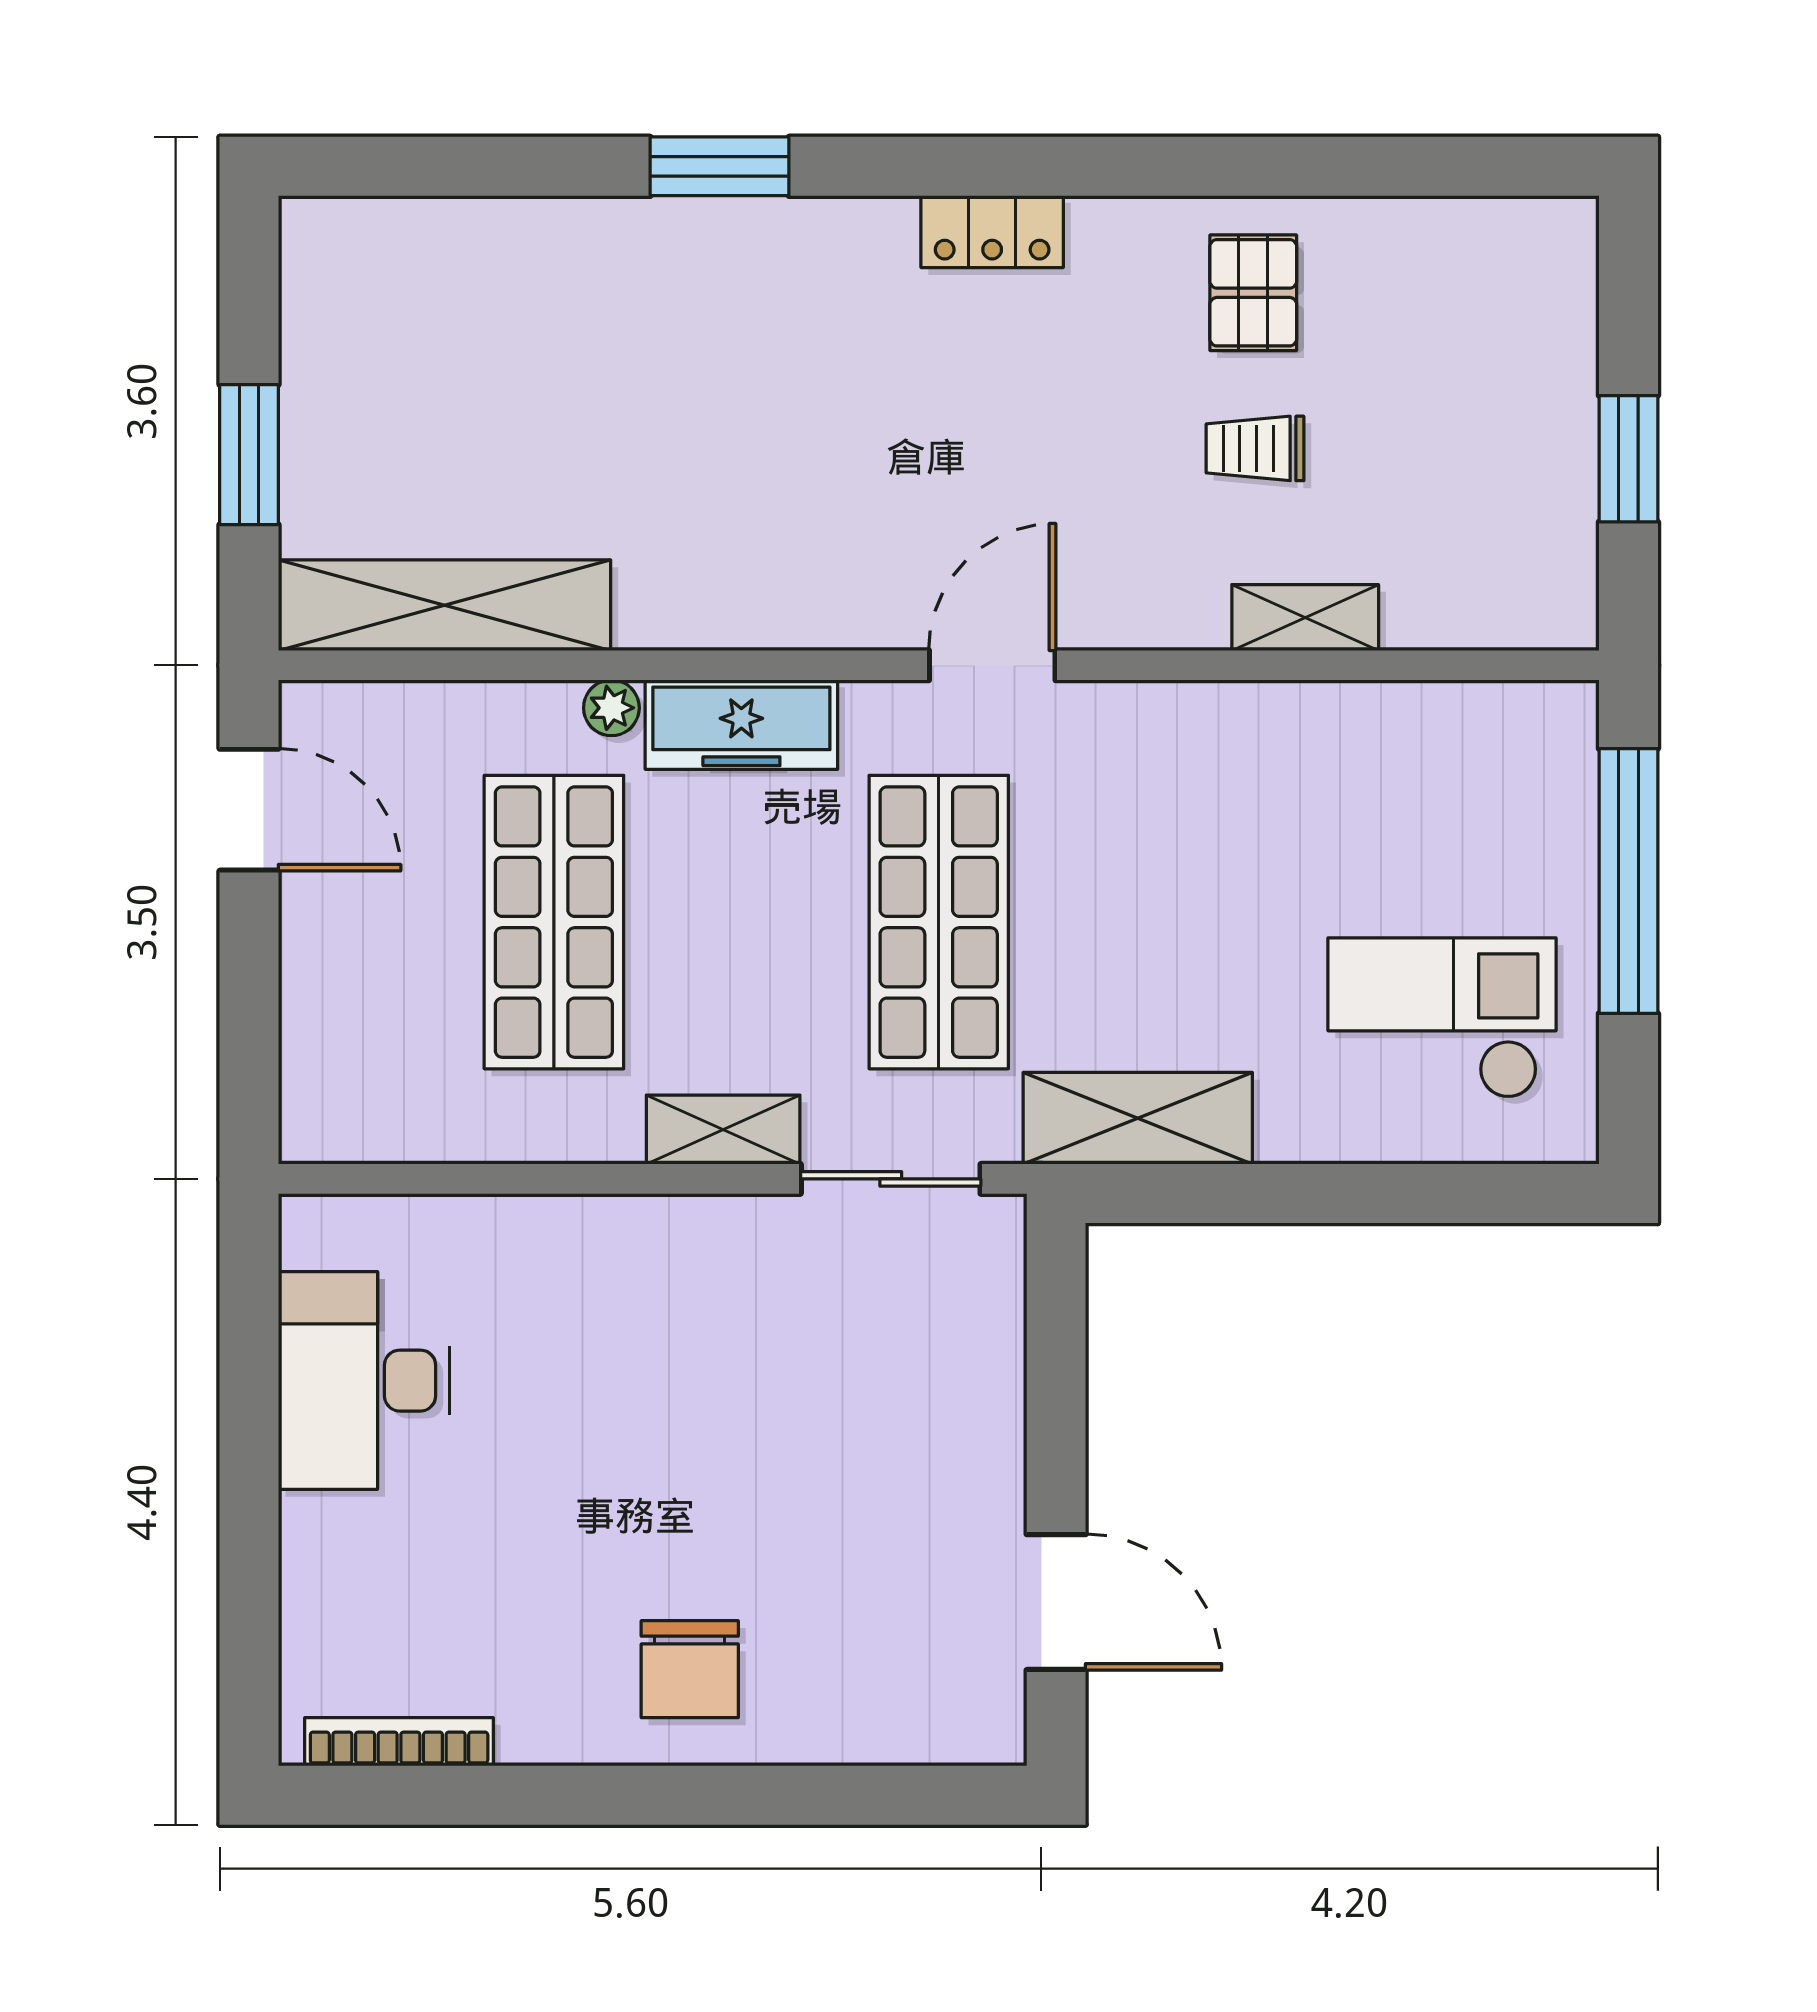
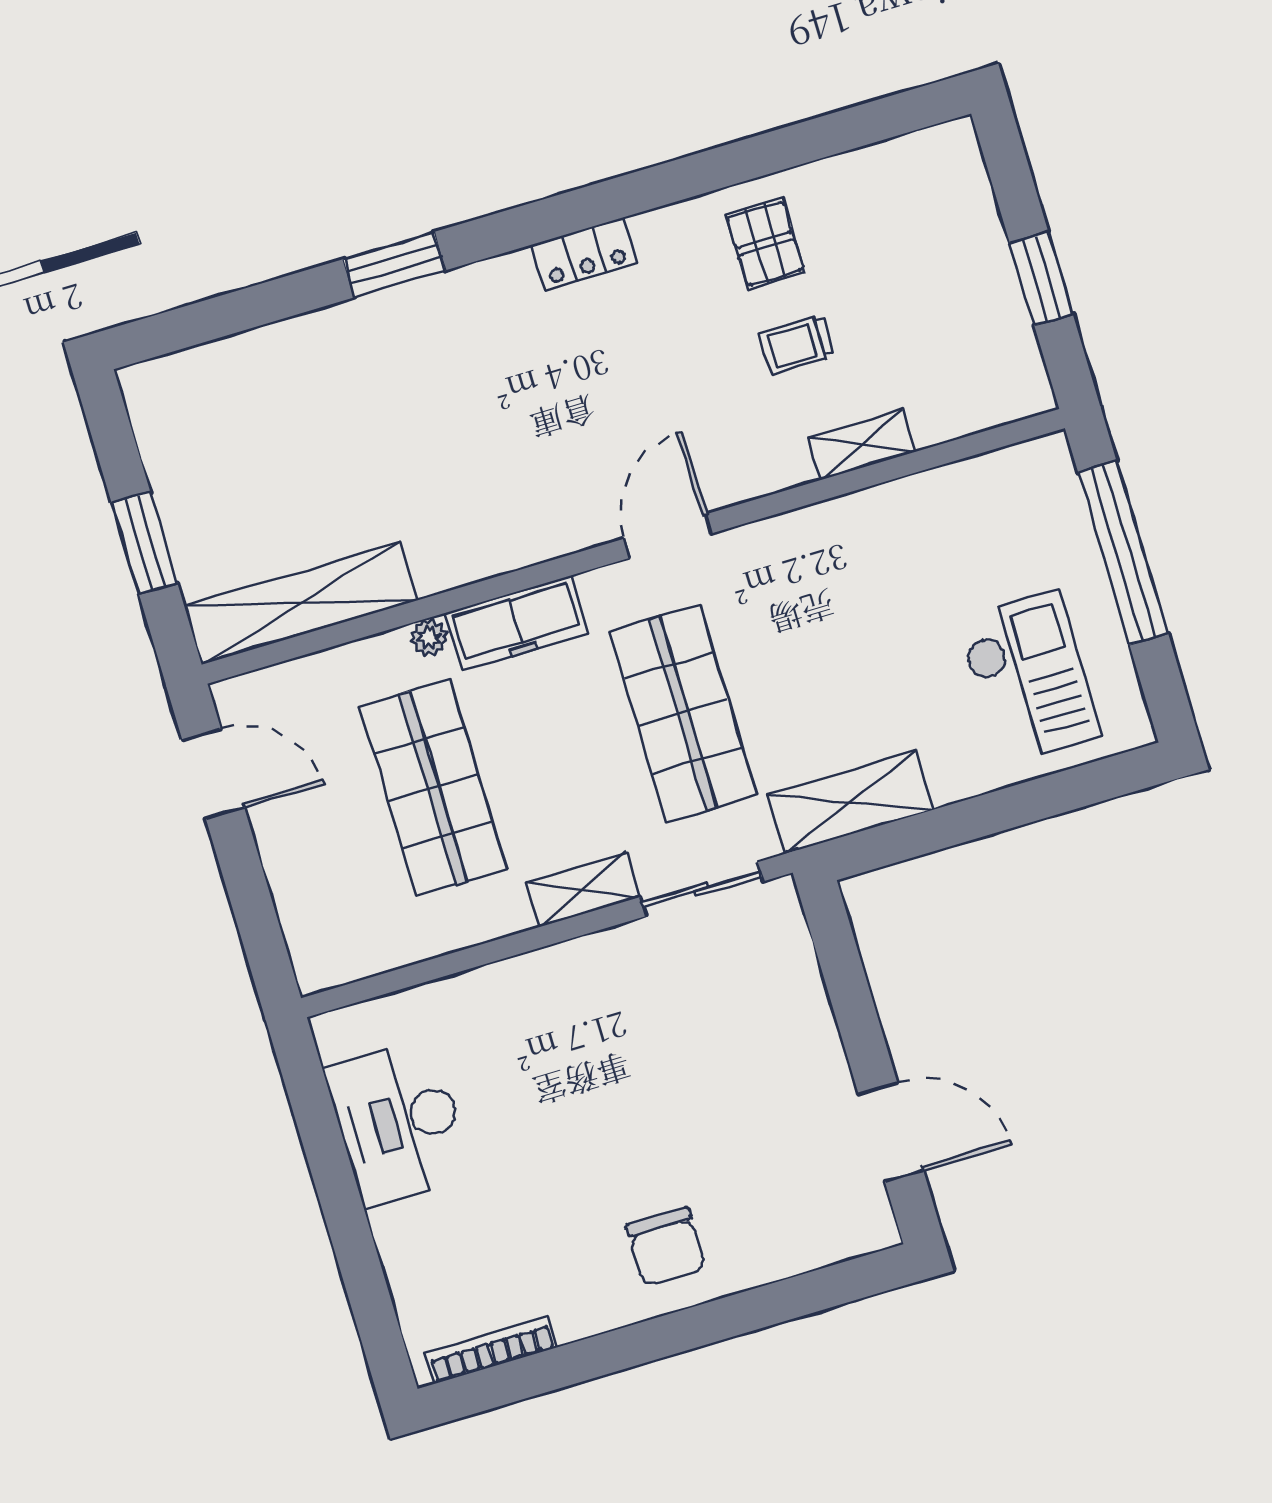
checkout: (1442, 1018) -> (1029, 678), turned 90

